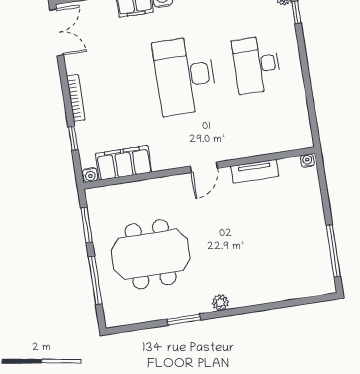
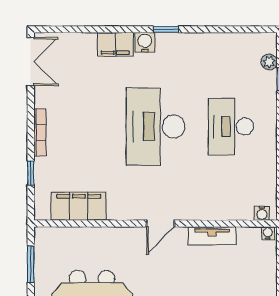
water cooler: (90, 175) -> (262, 213), moved

